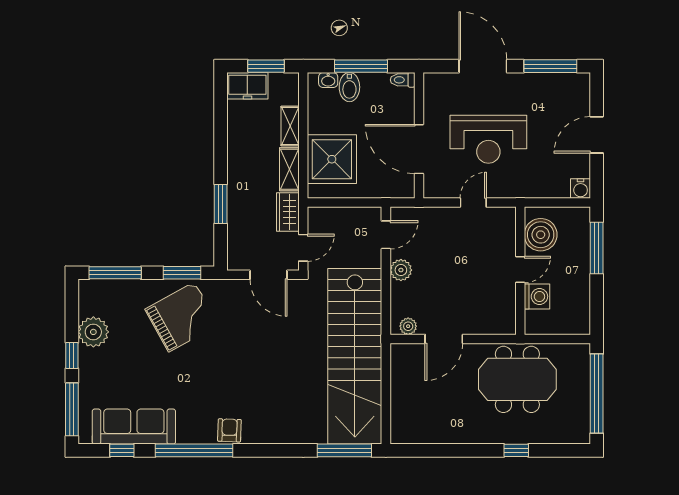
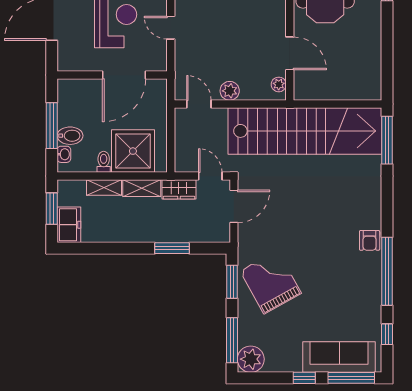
toilet: (403, 80) -> (104, 162), moved, turned 180
plant: (93, 332) -> (251, 359), moved
sofa: (134, 427) -> (339, 357), moved, turned 90
armchair: (229, 430) -> (370, 240), turned -92

